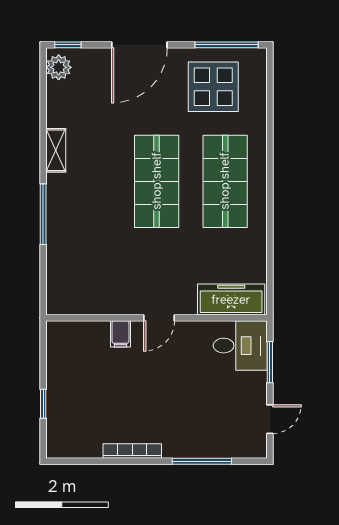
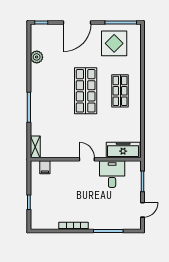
plant: (59, 67) -> (37, 57), moved
shelving: (56, 150) -> (35, 147), moved
shop shelf: (225, 181) -> (120, 91), width x0.70, depth x0.74
door: (159, 318) -> (87, 159), swing flipped
filing cabinet: (120, 334) -> (45, 167), moved
desk: (240, 346) -> (112, 174), moved, turned -90

